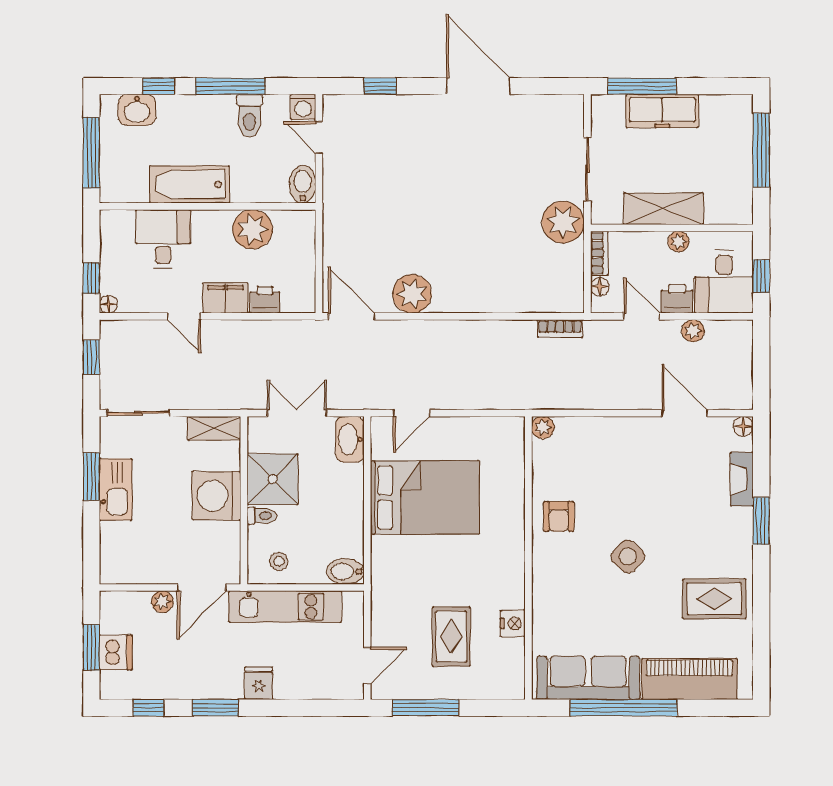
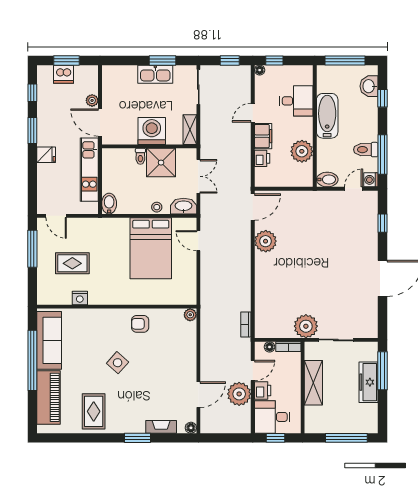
window: (230, 86) -> (382, 155), moved
plant: (679, 241) -> (295, 391), removed
plant: (693, 331) -> (239, 394), width x1.88, depth x1.88
stool: (279, 561) -> (157, 207), moved

